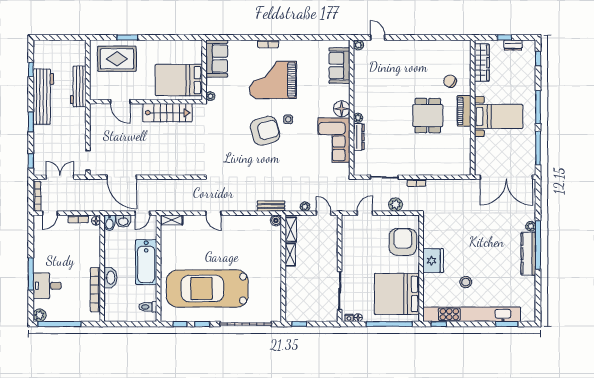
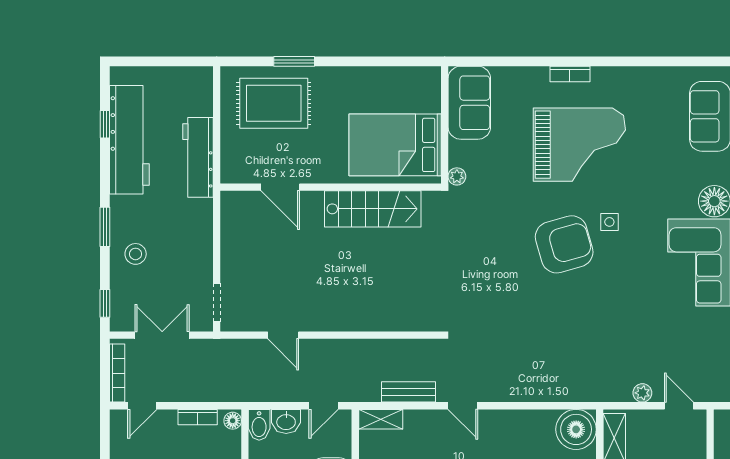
grand piano: (273, 80) -> (579, 145), turned 180
workbench: (43, 97) -> (129, 140), moved
stool: (46, 136) -> (136, 254), added
door: (122, 177) -> (283, 335), width x0.53
bench: (271, 206) -> (408, 392), moved
boiler: (276, 220) -> (576, 429), width x1.86, depth x1.86

